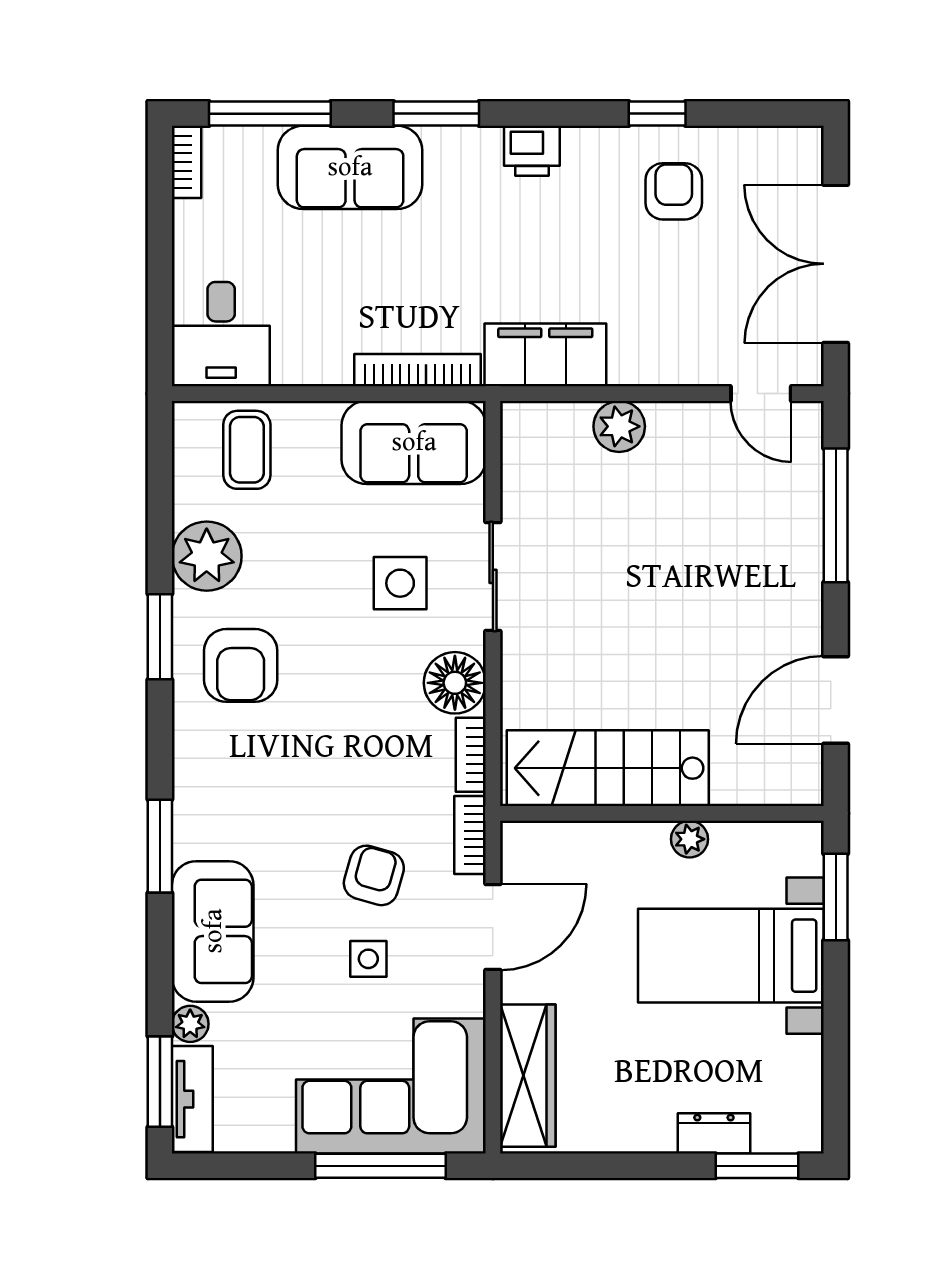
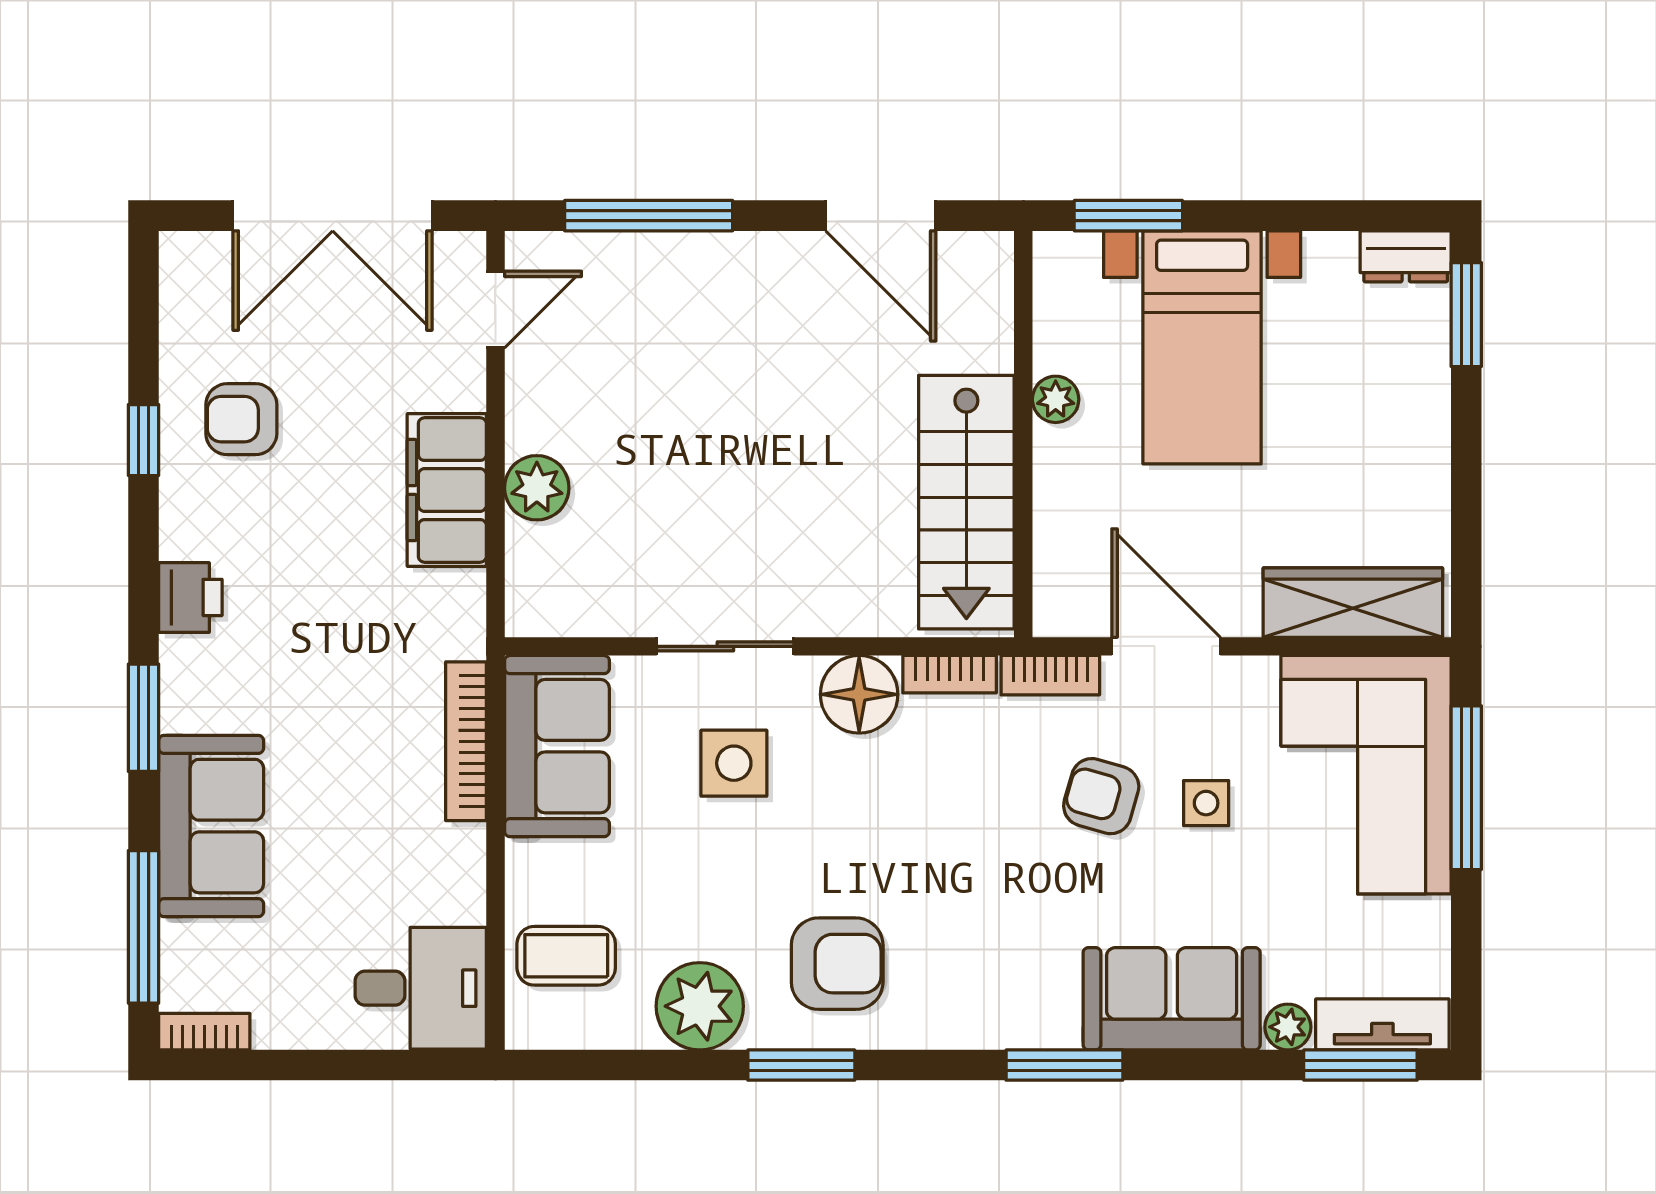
filing cabinet: (545, 355) -> (447, 490), moved
dresser: (714, 1133) -> (1406, 256), moved, turned -90

